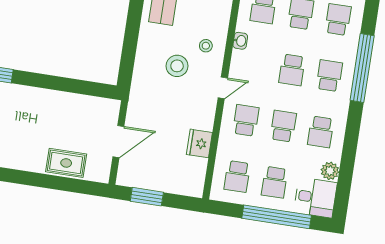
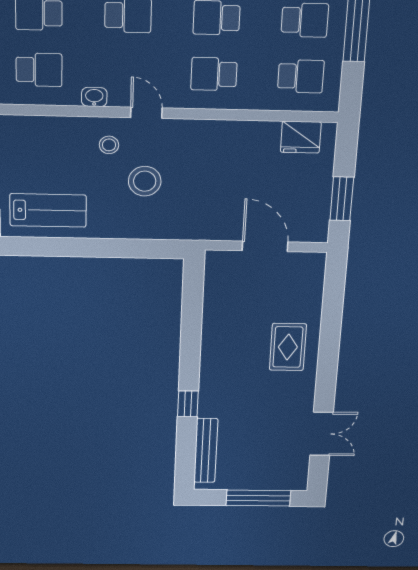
door: (223, 88) -> (146, 113), moved
fridge: (199, 143) -> (301, 137), moved
rug: (66, 163) -> (288, 347), moved

